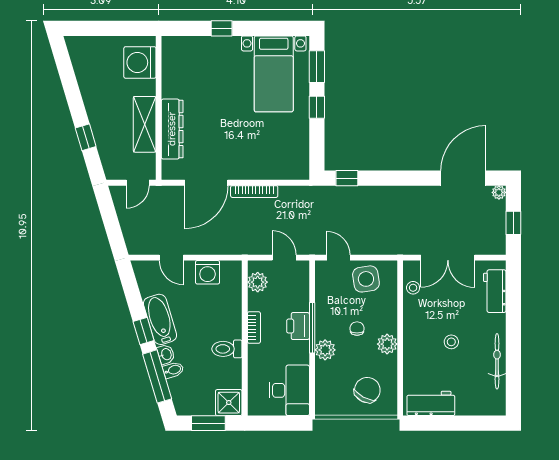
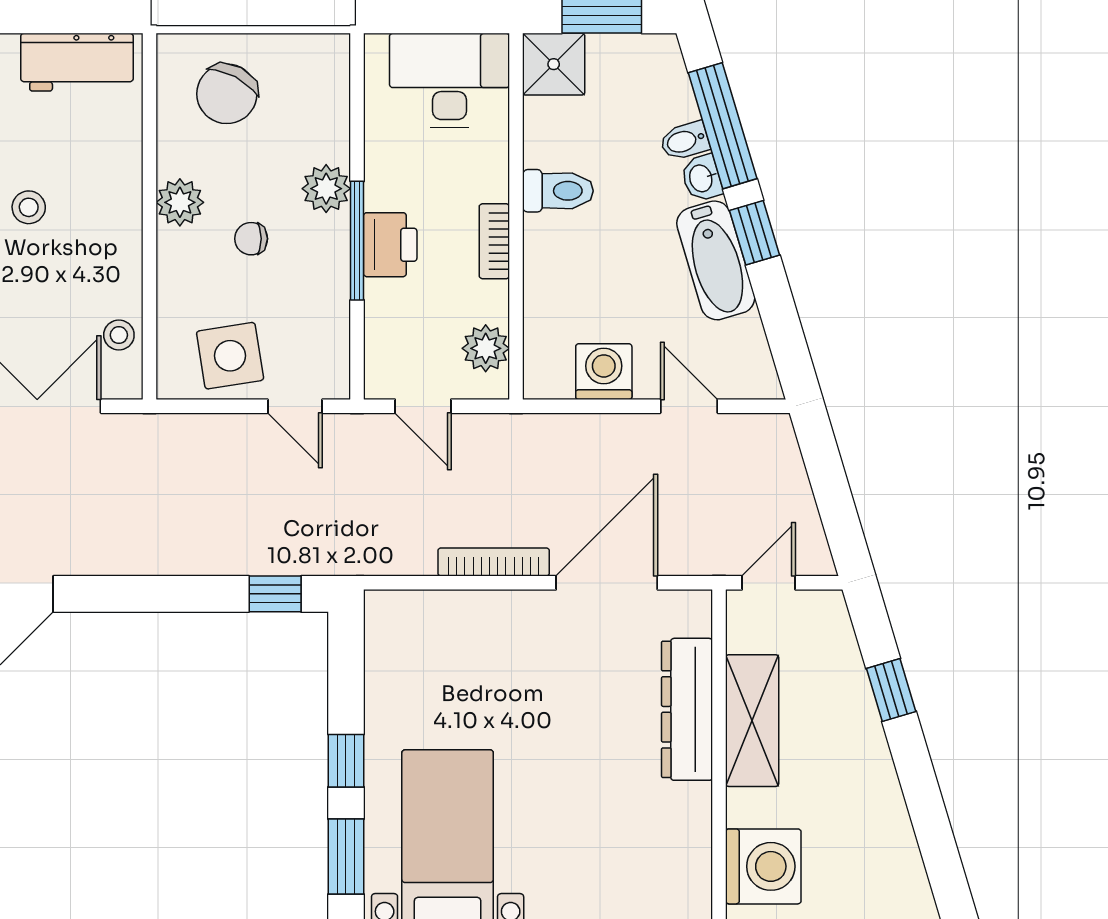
chair: (357, 329) -> (251, 239), turned 90
desk: (289, 390) -> (450, 80), moved, turned 90

